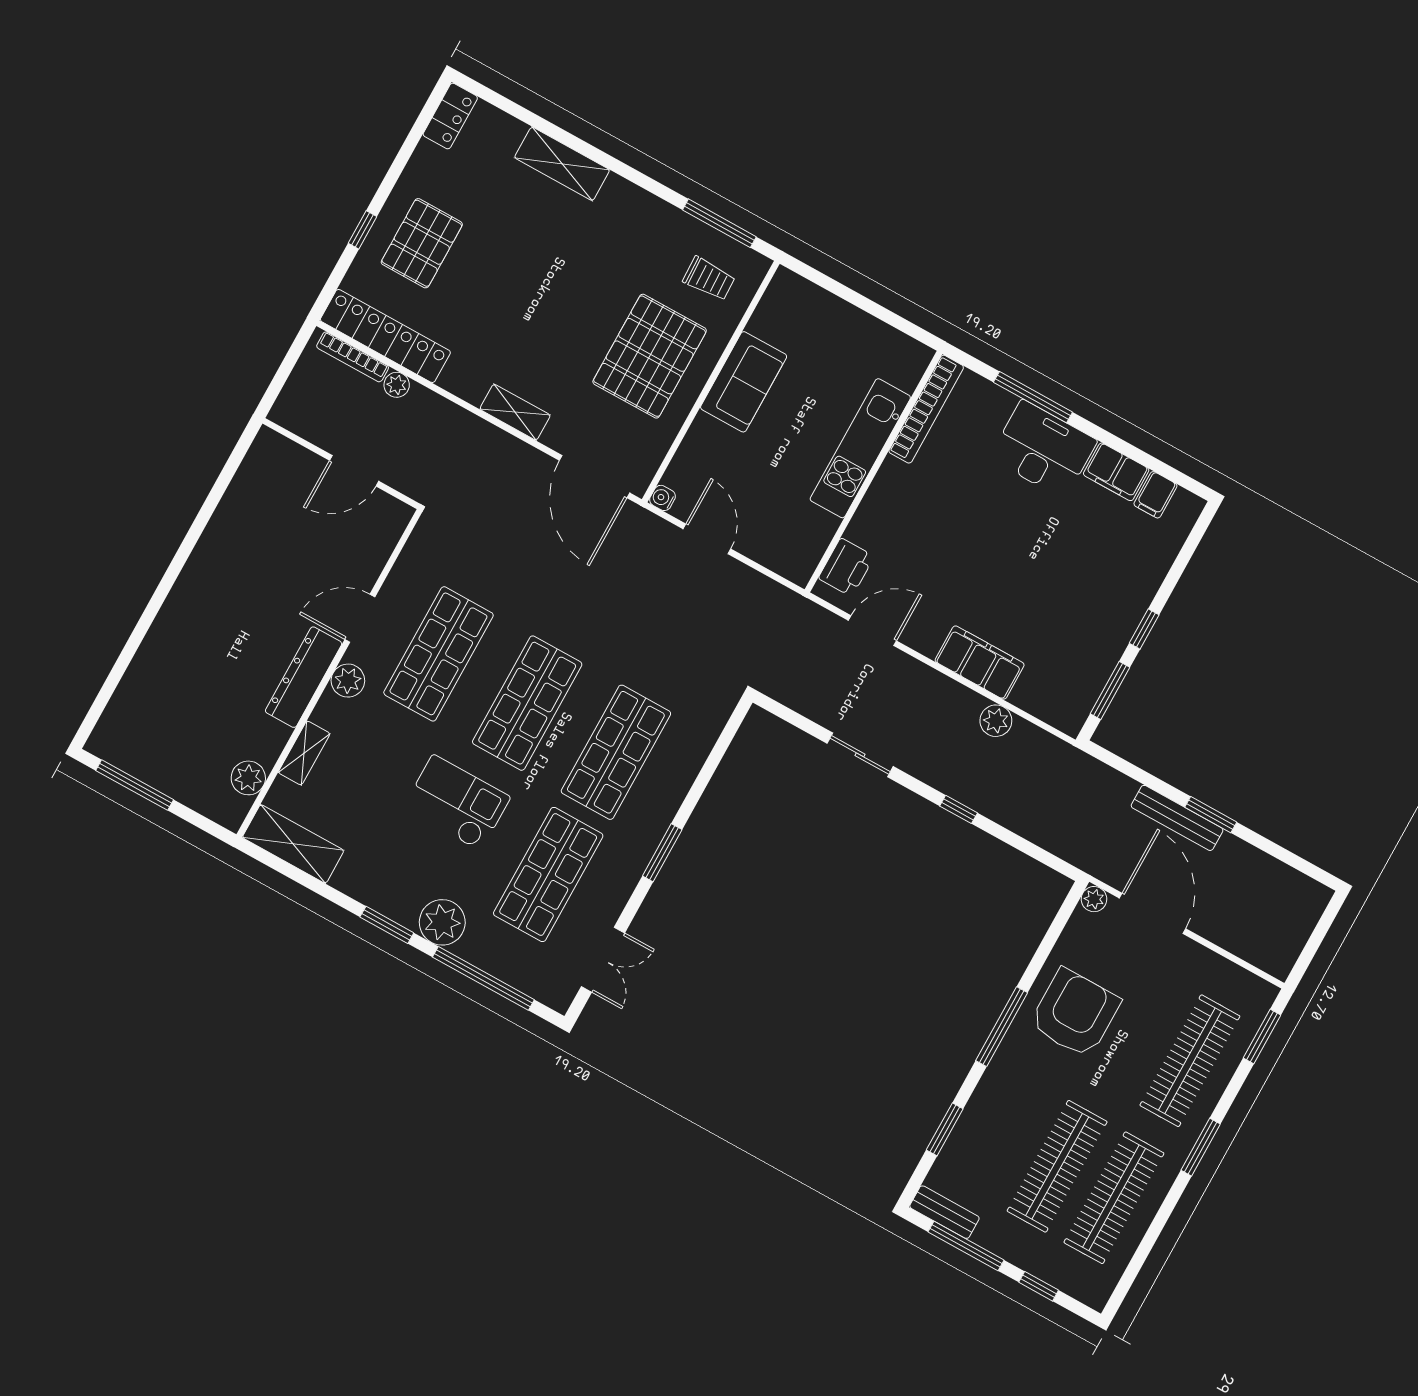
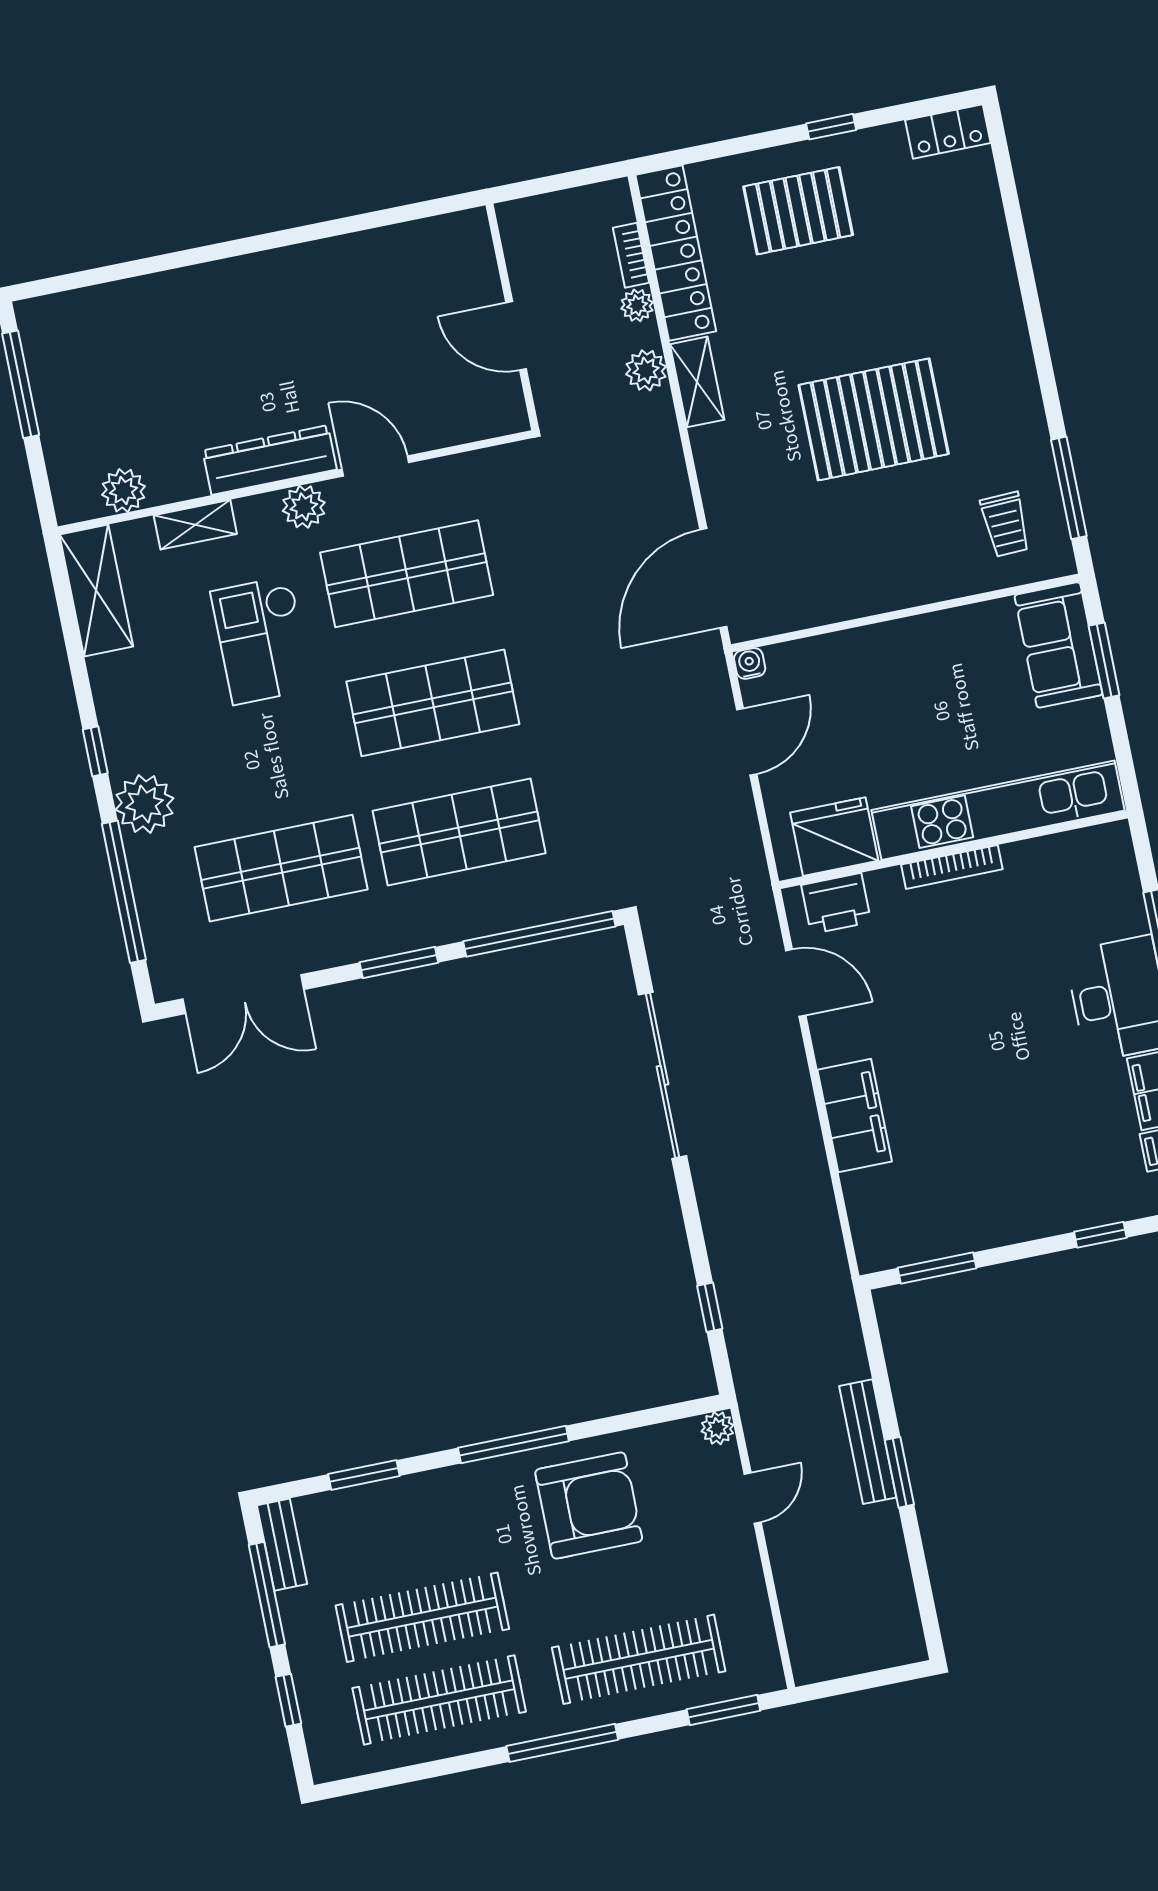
shelving: (562, 164) -> (995, 282), removed
window: (362, 230) -> (831, 127), moved
window: (838, 289) -> (1104, 660), added
pallet: (650, 356) -> (874, 419), moved
bookcase: (353, 357) -> (631, 255), width x0.64
sofa: (744, 382) -> (1059, 645), moved, turned 90
bookcase: (926, 409) -> (952, 867), moved, width x0.68, depth x0.76
shelving: (515, 412) -> (697, 382), moved
kitchen unit: (860, 448) -> (998, 810), width x1.36
fridge: (806, 535) -> (834, 837), added
window: (1144, 629) -> (1100, 1235), moved
plant: (996, 721) -> (646, 370), moved
sliding door: (860, 755) -> (663, 1075), width x1.86
window: (716, 756) -> (539, 934), added
checkout: (457, 803) -> (262, 640), moved, turned 180
window: (959, 809) -> (710, 1307), moved
door: (1152, 913) -> (753, 1498), width x0.53
window: (387, 925) -> (95, 751), width x0.67
double door: (603, 960) -> (243, 994), width x1.37
window: (1201, 1147) -> (562, 1743), width x1.44

